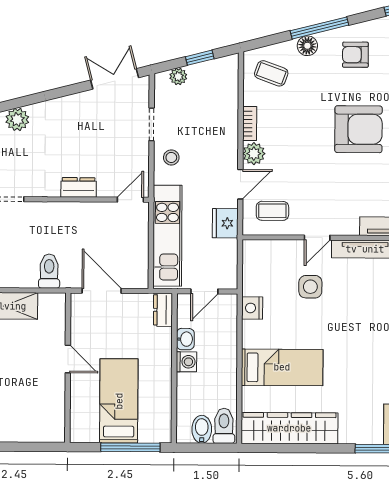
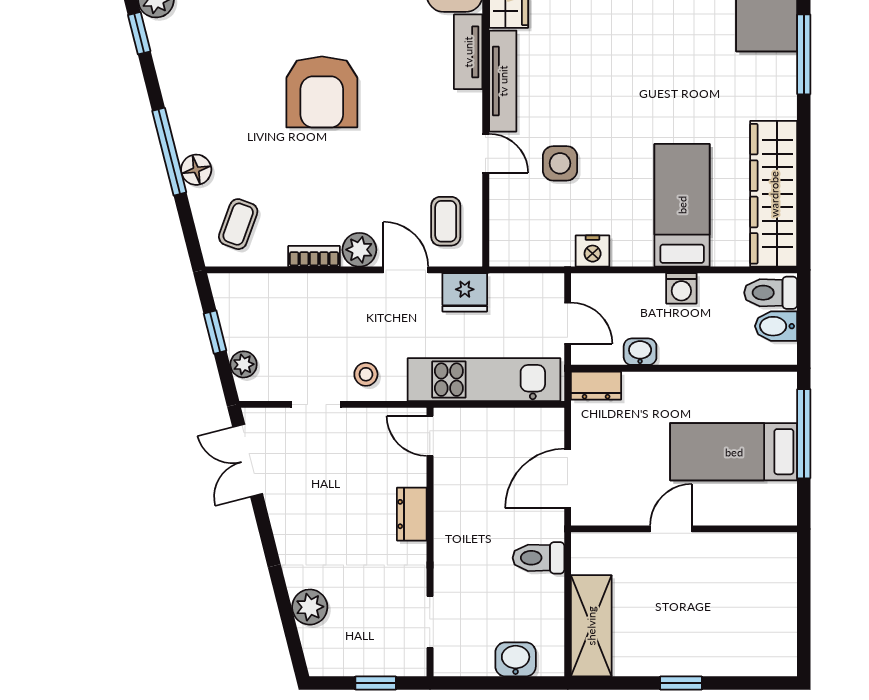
armchair: (355, 55) -> (209, 97), removed
armchair: (358, 129) -> (322, 92), turned 180
washing machine: (186, 362) -> (681, 288), moved, turned 180

